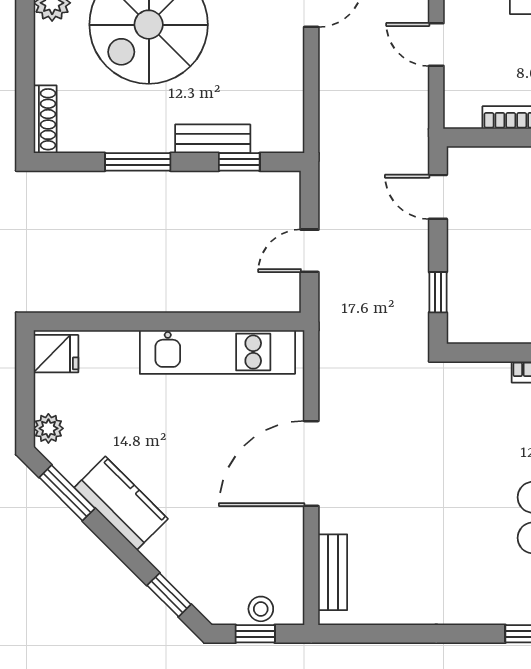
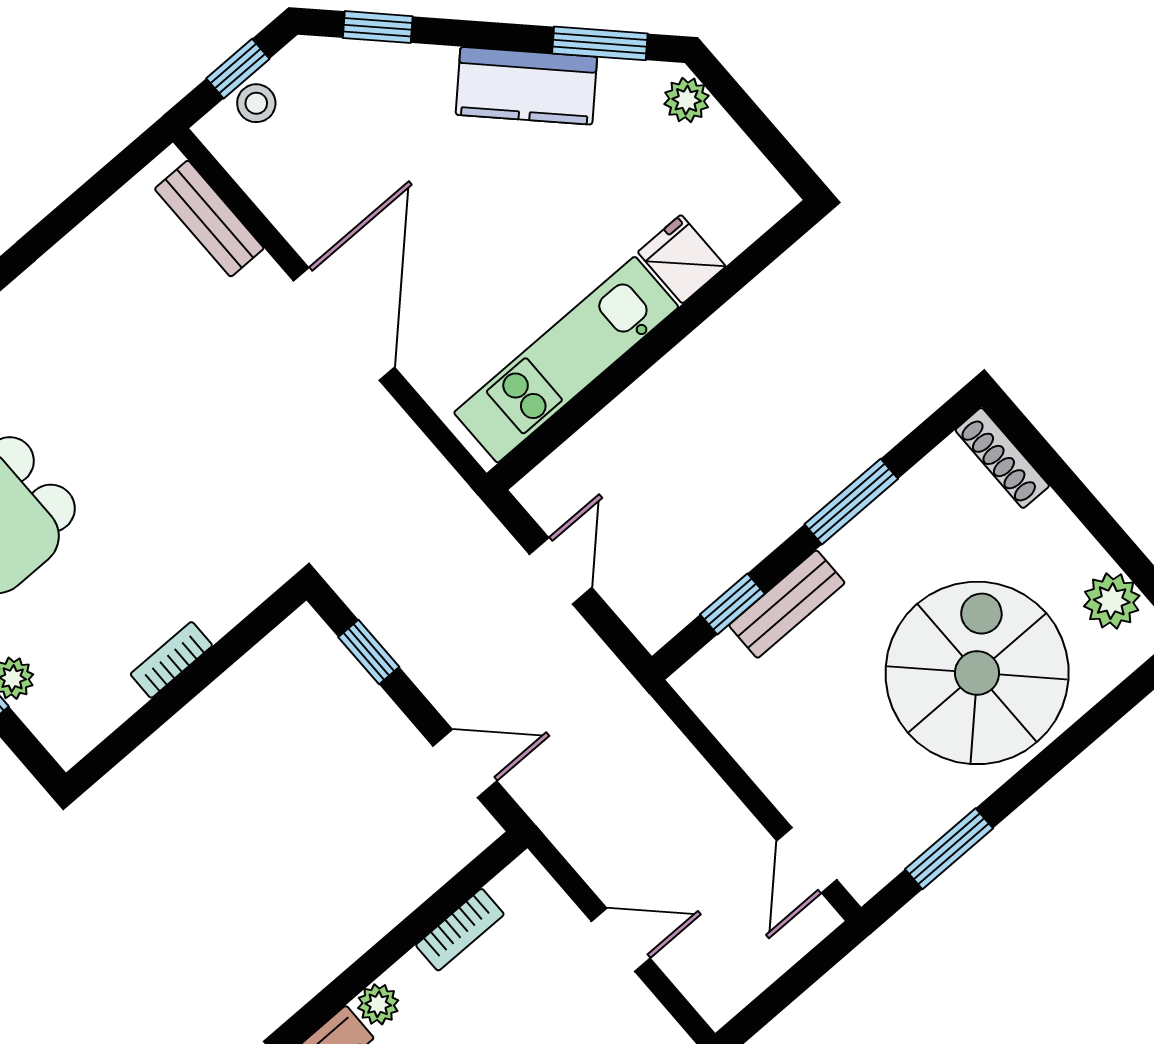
fridge: (56, 354) -> (682, 259), moved, turned 90

